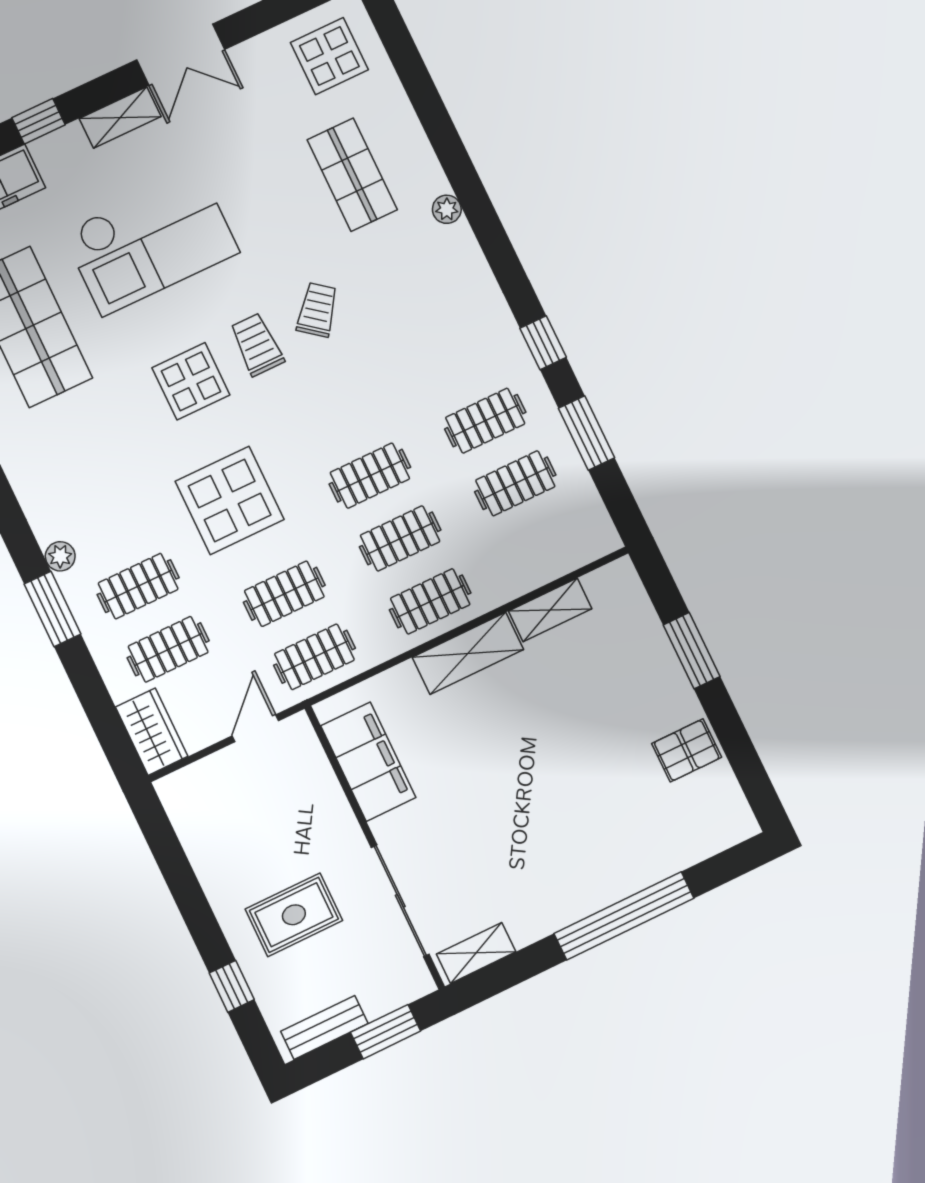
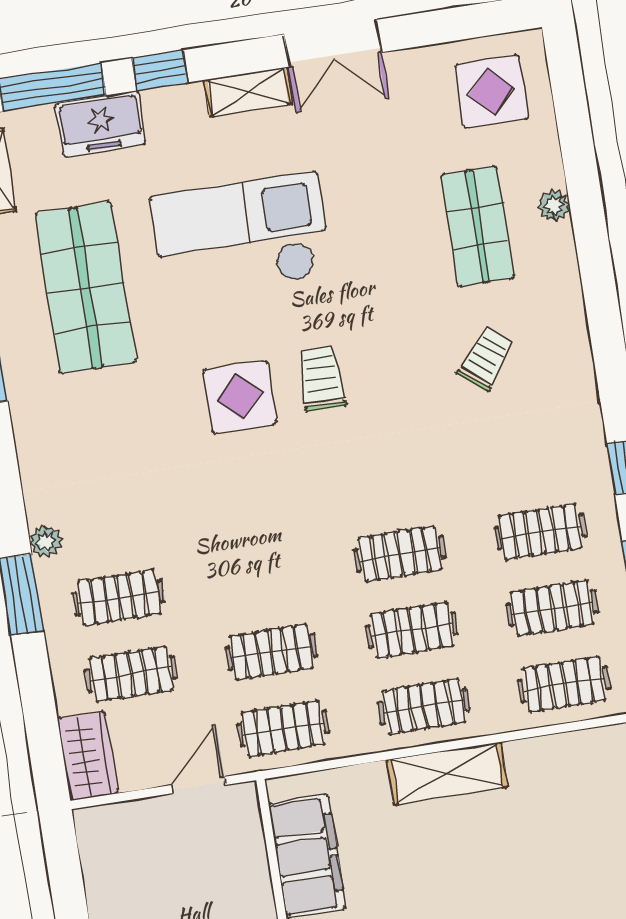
plant: (447, 209) -> (554, 205), moved
checkout: (151, 242) -> (241, 235), turned 180
trolley: (317, 310) -> (486, 358), moved
display table: (230, 500) -> (243, 536), removed
clothes rail: (546, 546) -> (564, 684), added
shelving: (550, 610) -> (549, 754), removed

